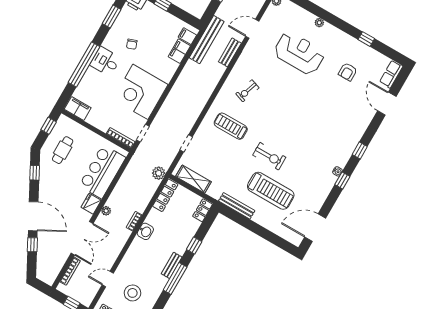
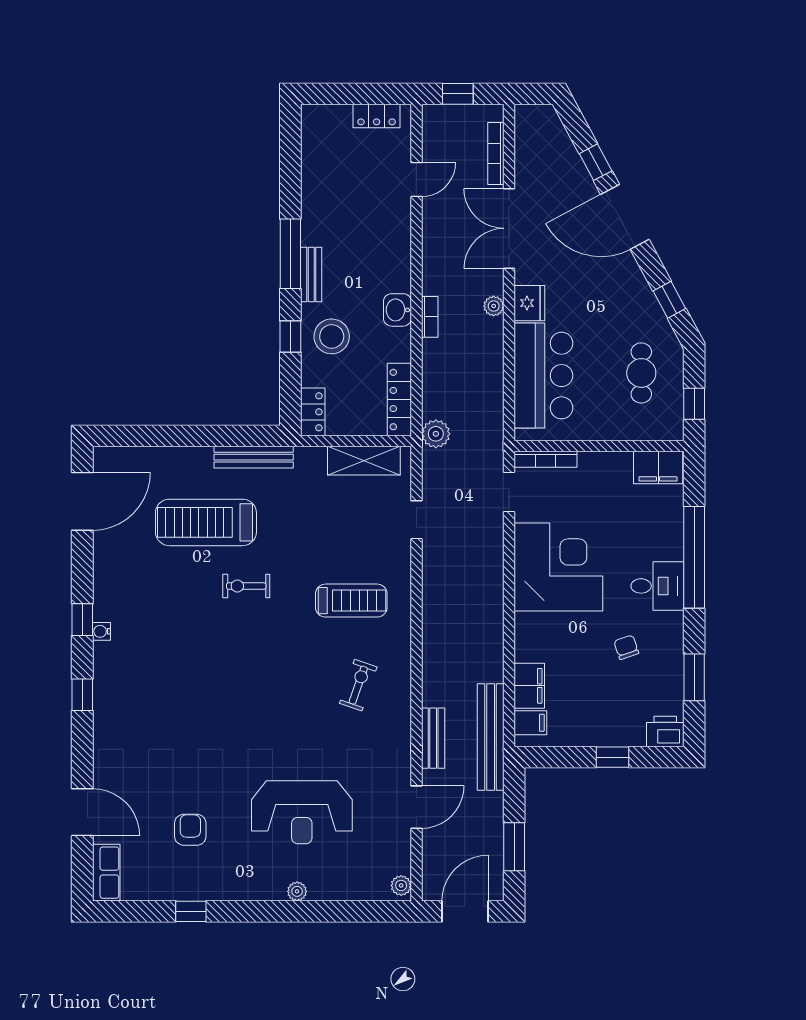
exercise bike: (269, 156) -> (246, 586), width x0.73, depth x0.72
stool: (132, 293) -> (332, 336), moved

